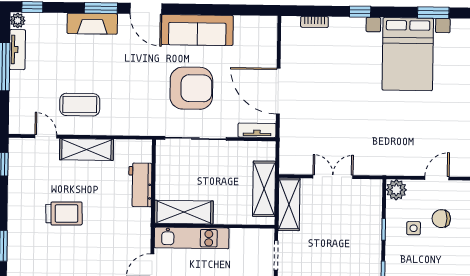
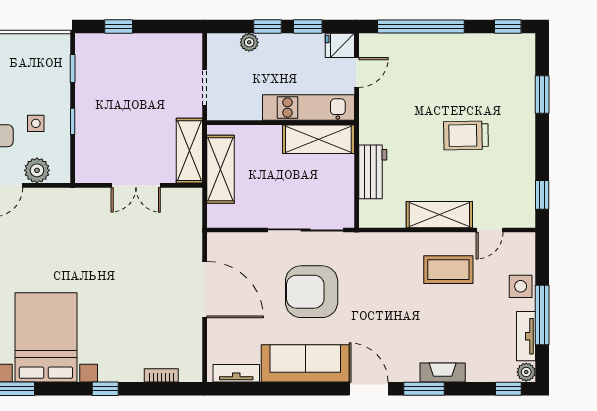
fireplace: (92, 24) -> (443, 372), width x0.73, depth x0.76
side table: (21, 90) -> (521, 286), added
tv unit: (257, 130) -> (236, 373), moved, turned 180
door: (46, 136) -> (490, 230), hinge flipped
plant: (396, 190) -> (37, 170), moved

